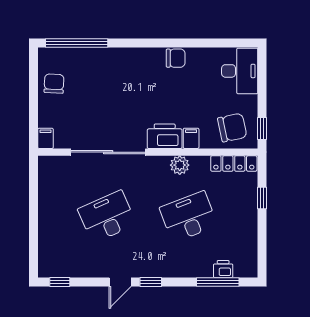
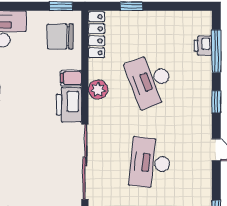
chair: (232, 128) -> (60, 36), turned -78
desk: (107, 217) -> (150, 163), turned 30
window: (151, 282) -> (216, 102), moved

